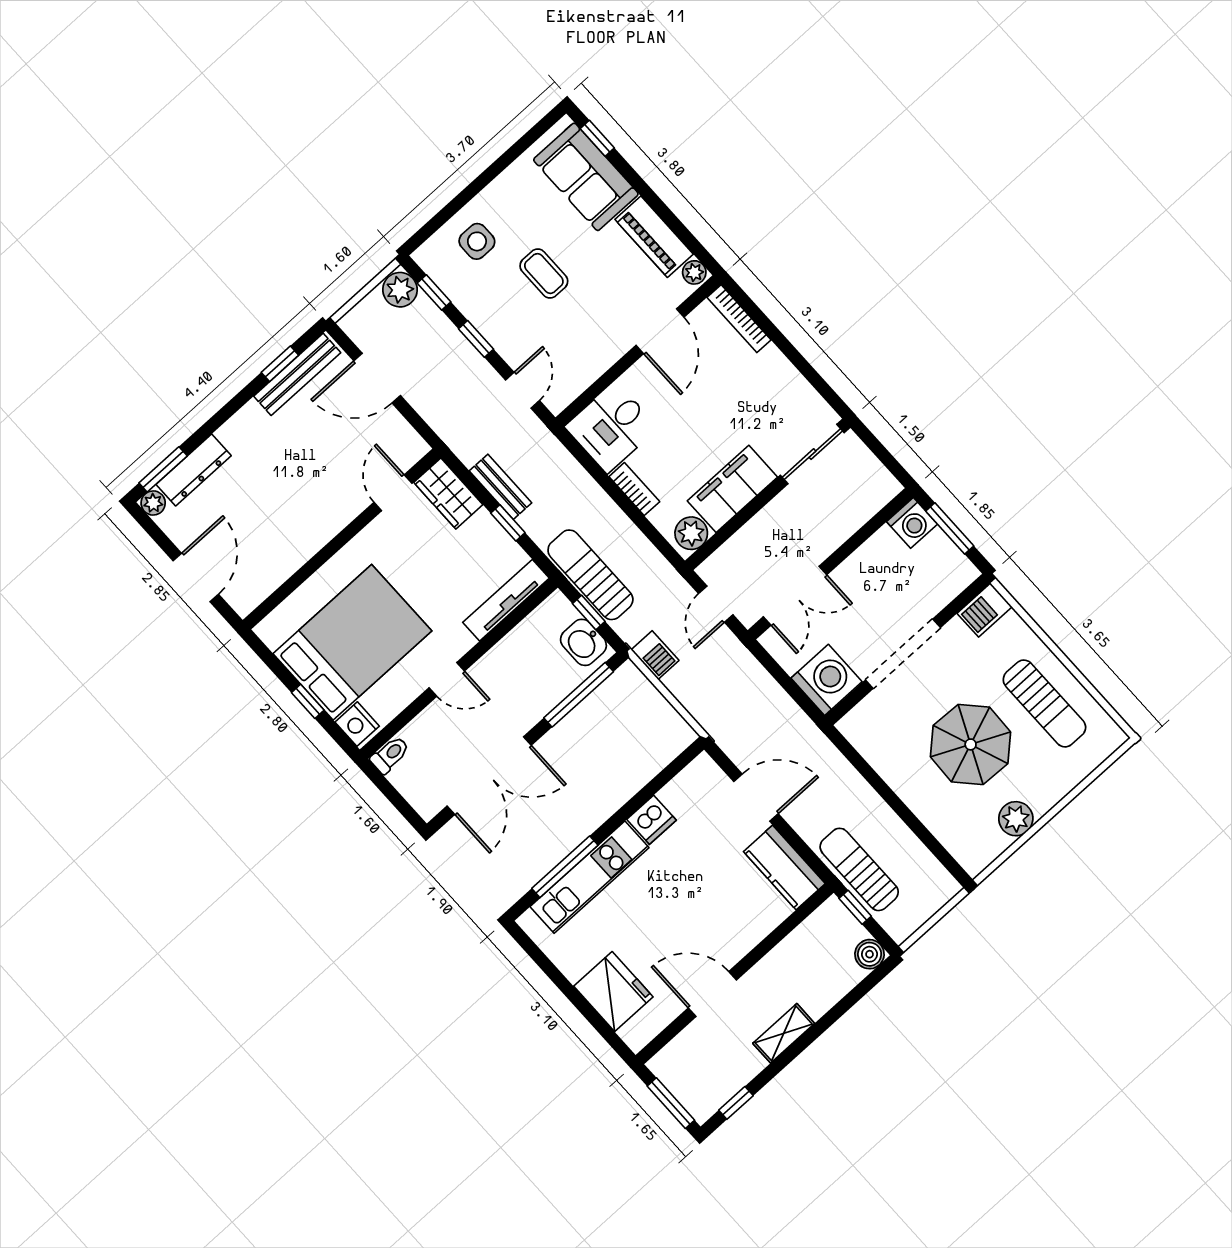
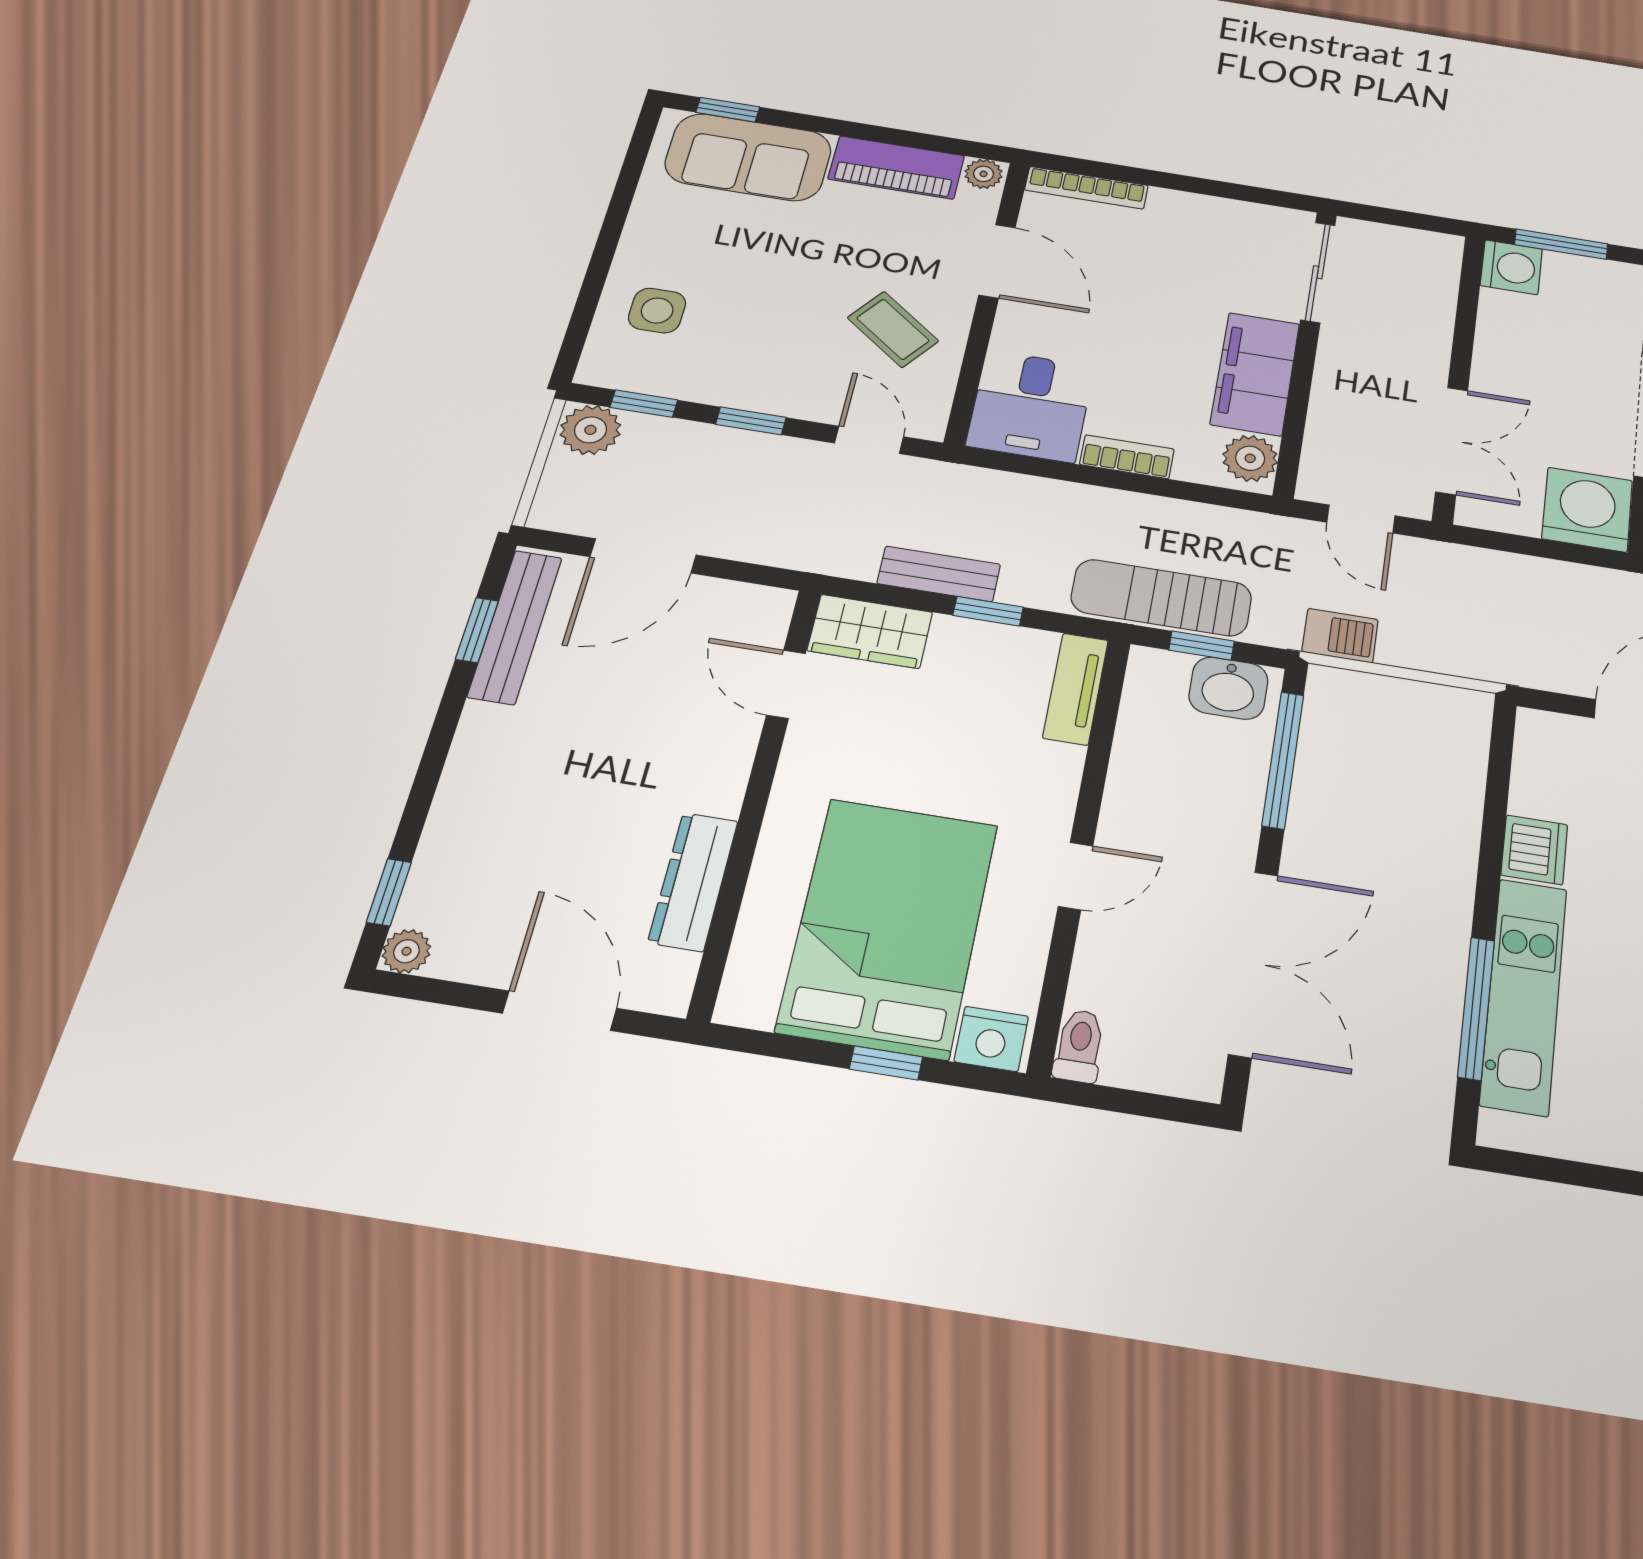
coffee table: (544, 274) -> (893, 329), moved, turned 37
window: (163, 469) -> (389, 892), width x0.67
dresser: (194, 470) -> (693, 881), moved, turned 180
tv unit: (506, 600) -> (1076, 689), width x0.71

